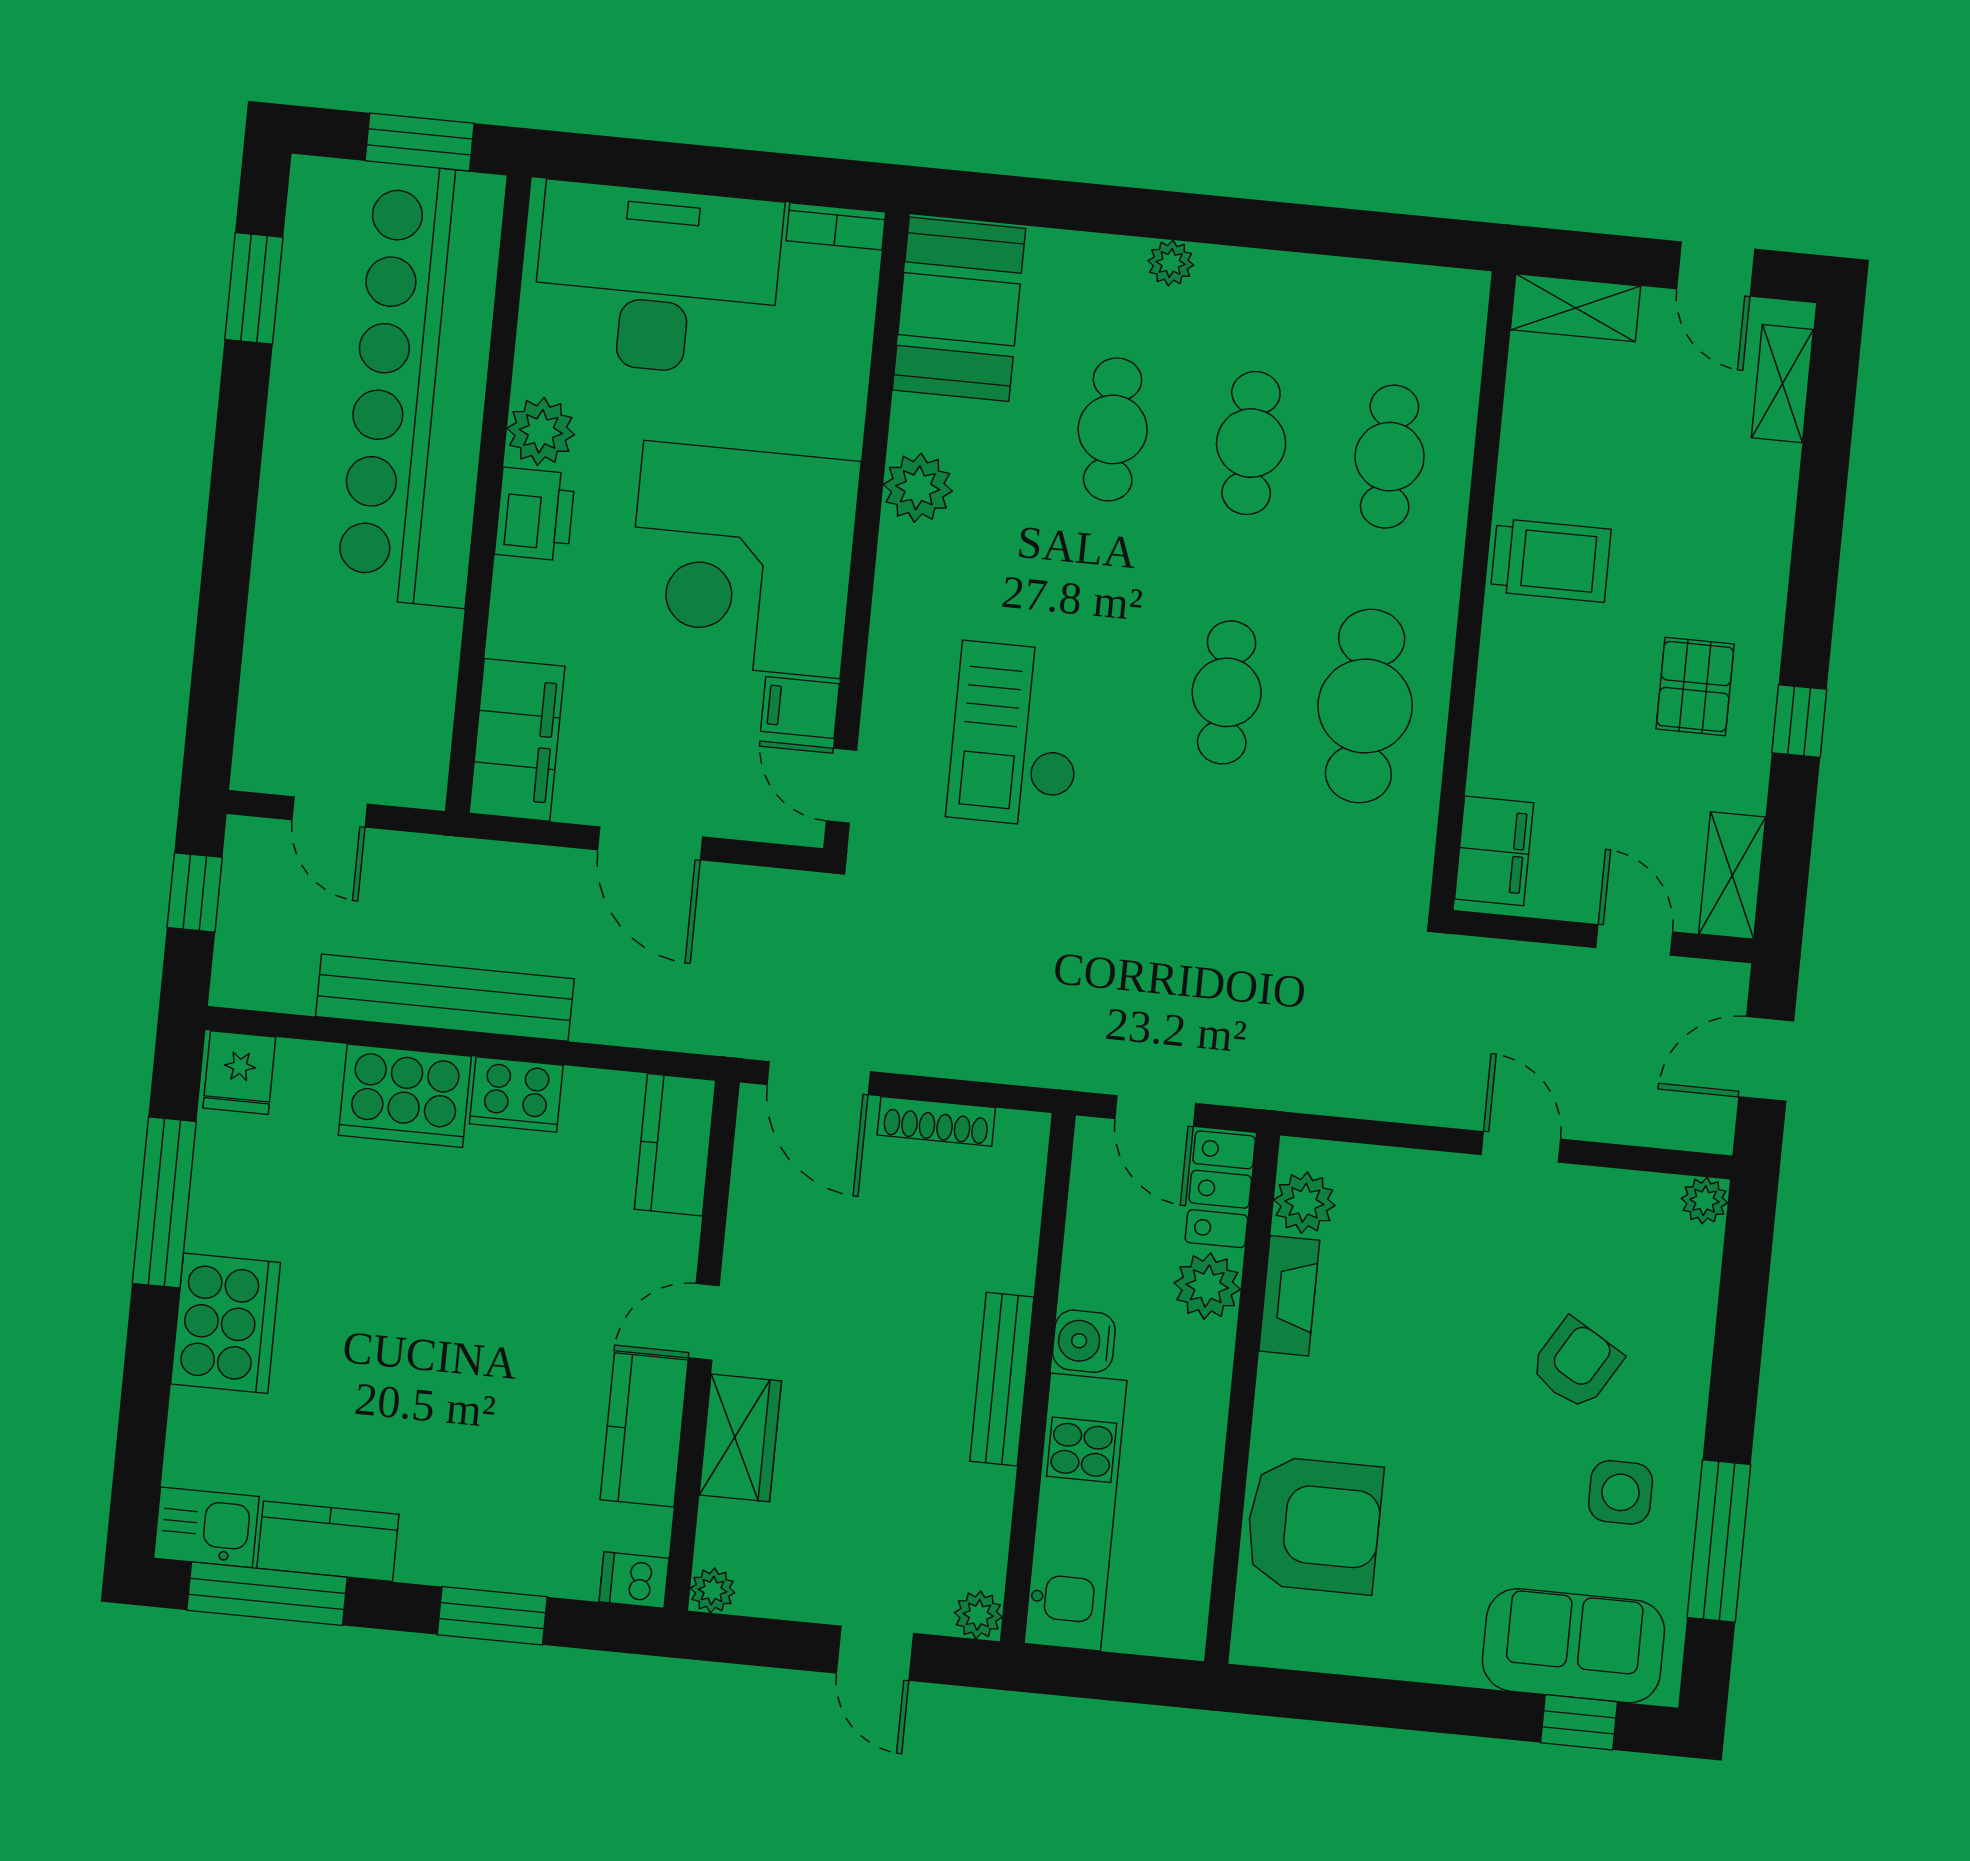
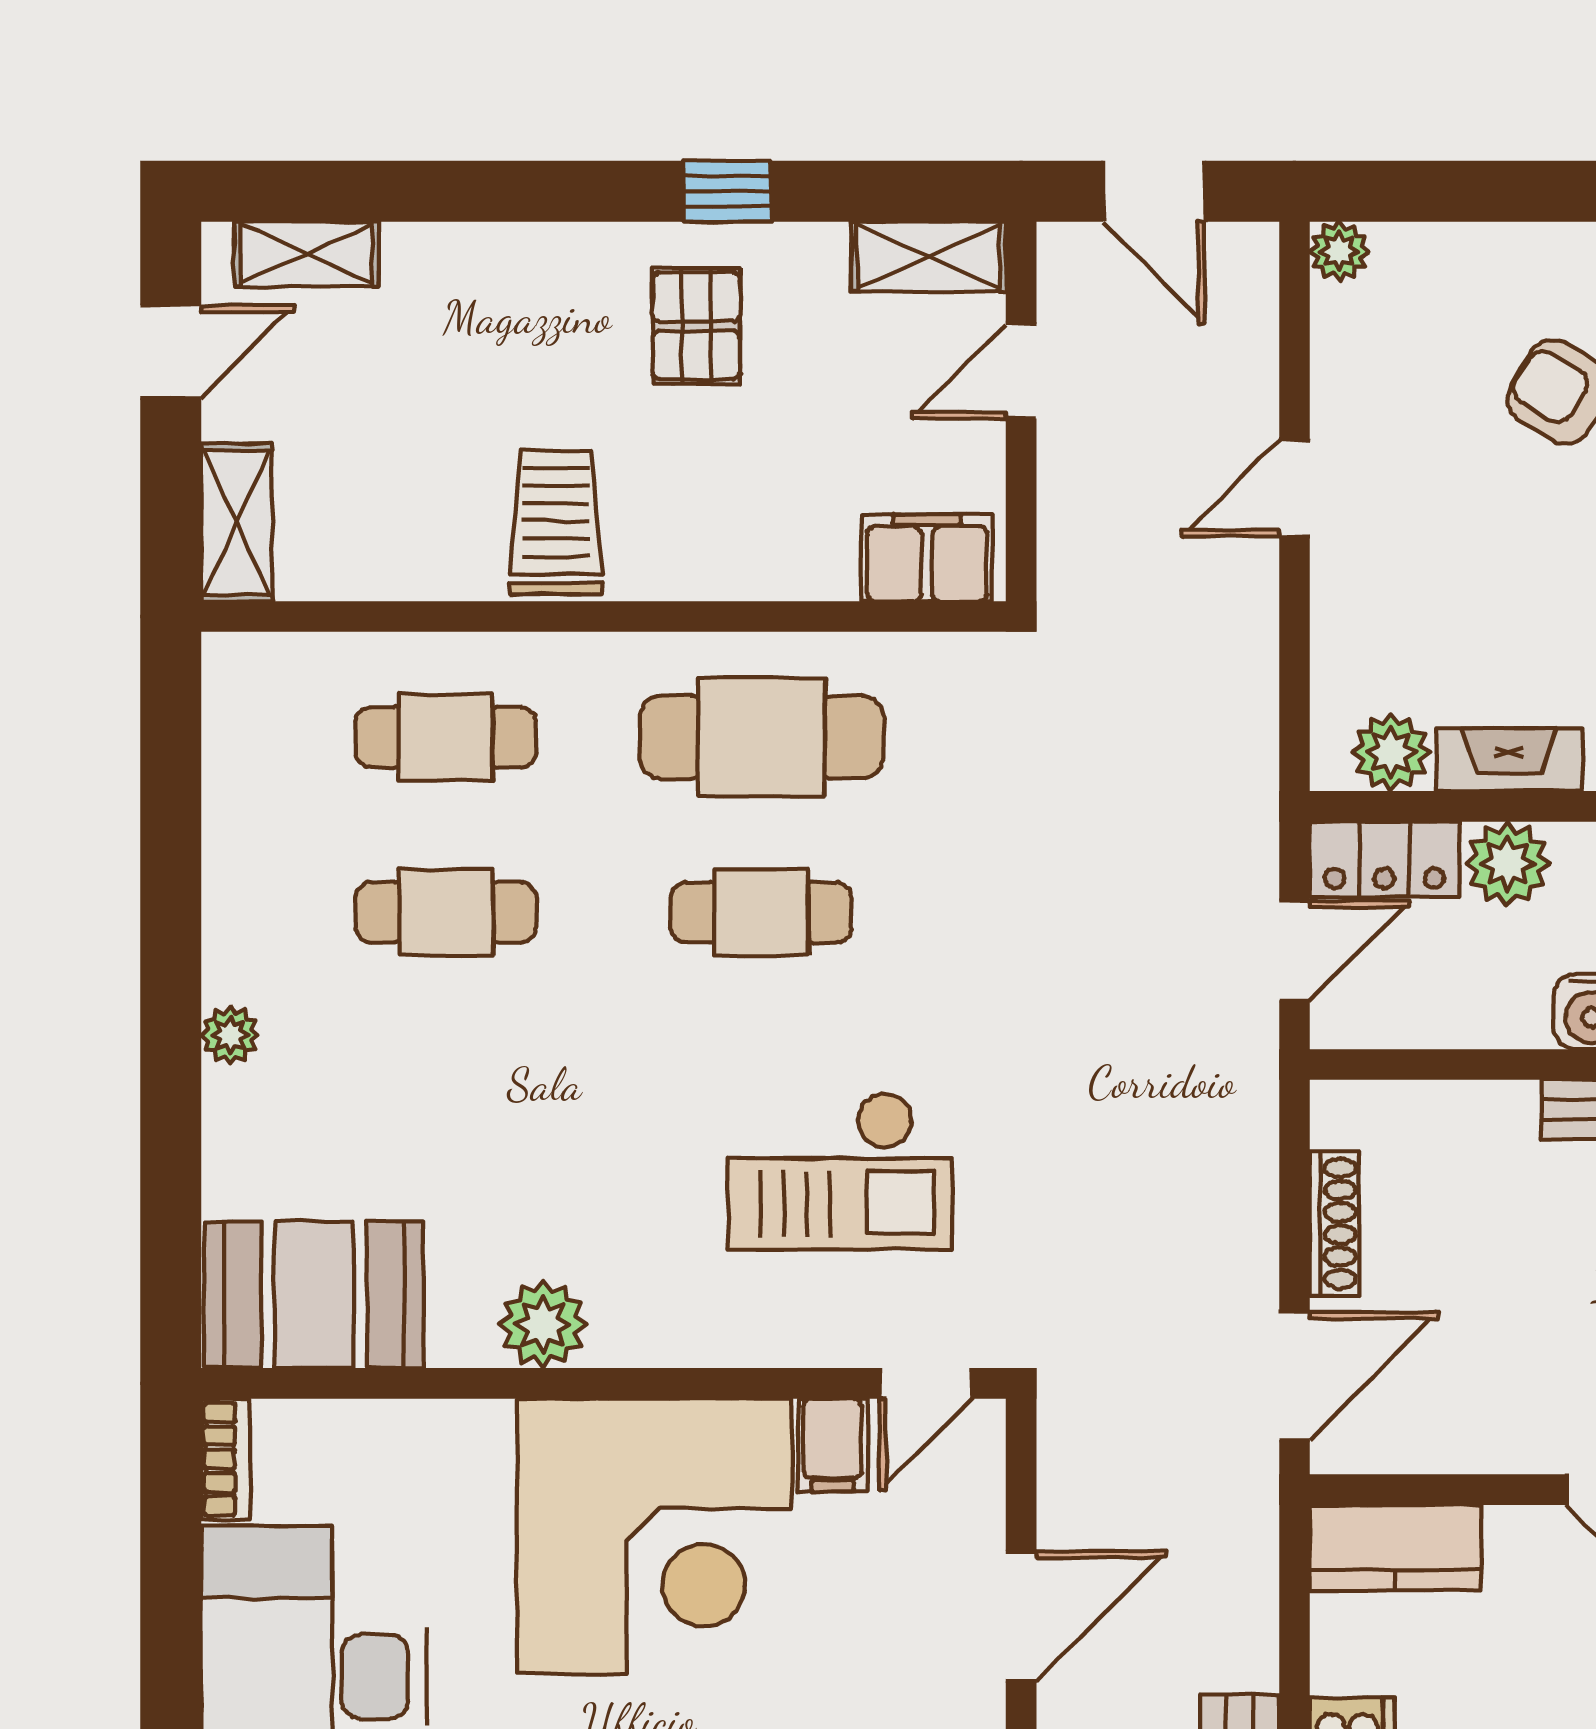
cafe table: (1113, 429) -> (446, 1087), removed
pallet: (1695, 687) -> (696, 326), turned 90

